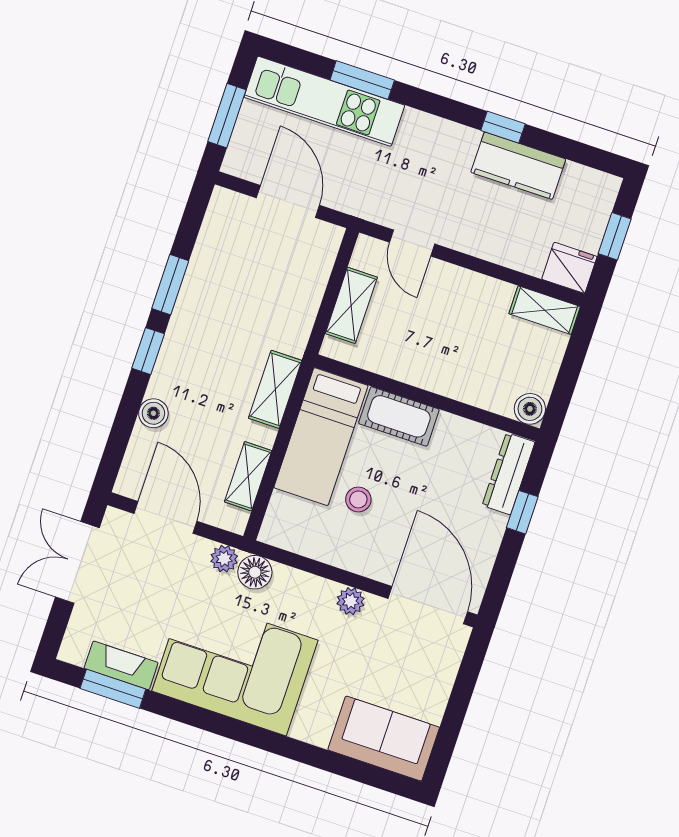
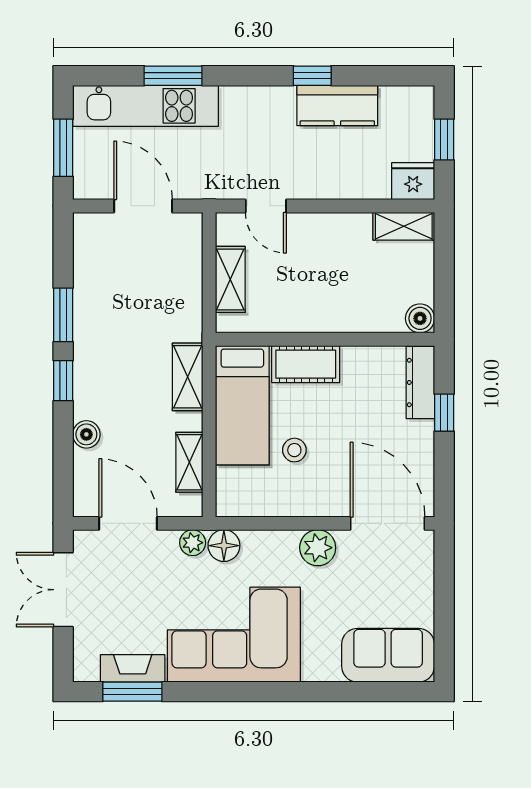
plant: (351, 601) -> (318, 548), width x1.38, depth x1.38

